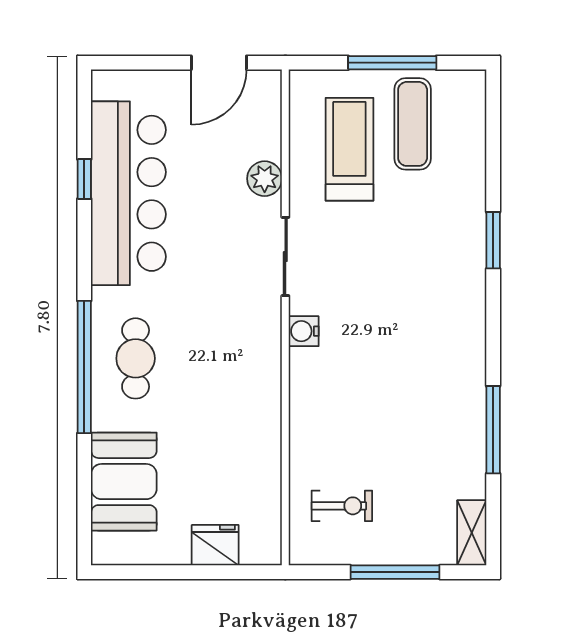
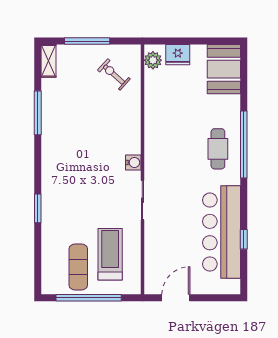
window: (392, 63) -> (89, 298), width x1.46
treadmill: (349, 149) -> (110, 254), turned 180
plant: (265, 179) -> (153, 60), moved
booth: (124, 482) -> (224, 69), moved
exercise bike: (342, 506) -> (114, 74), turned 42

